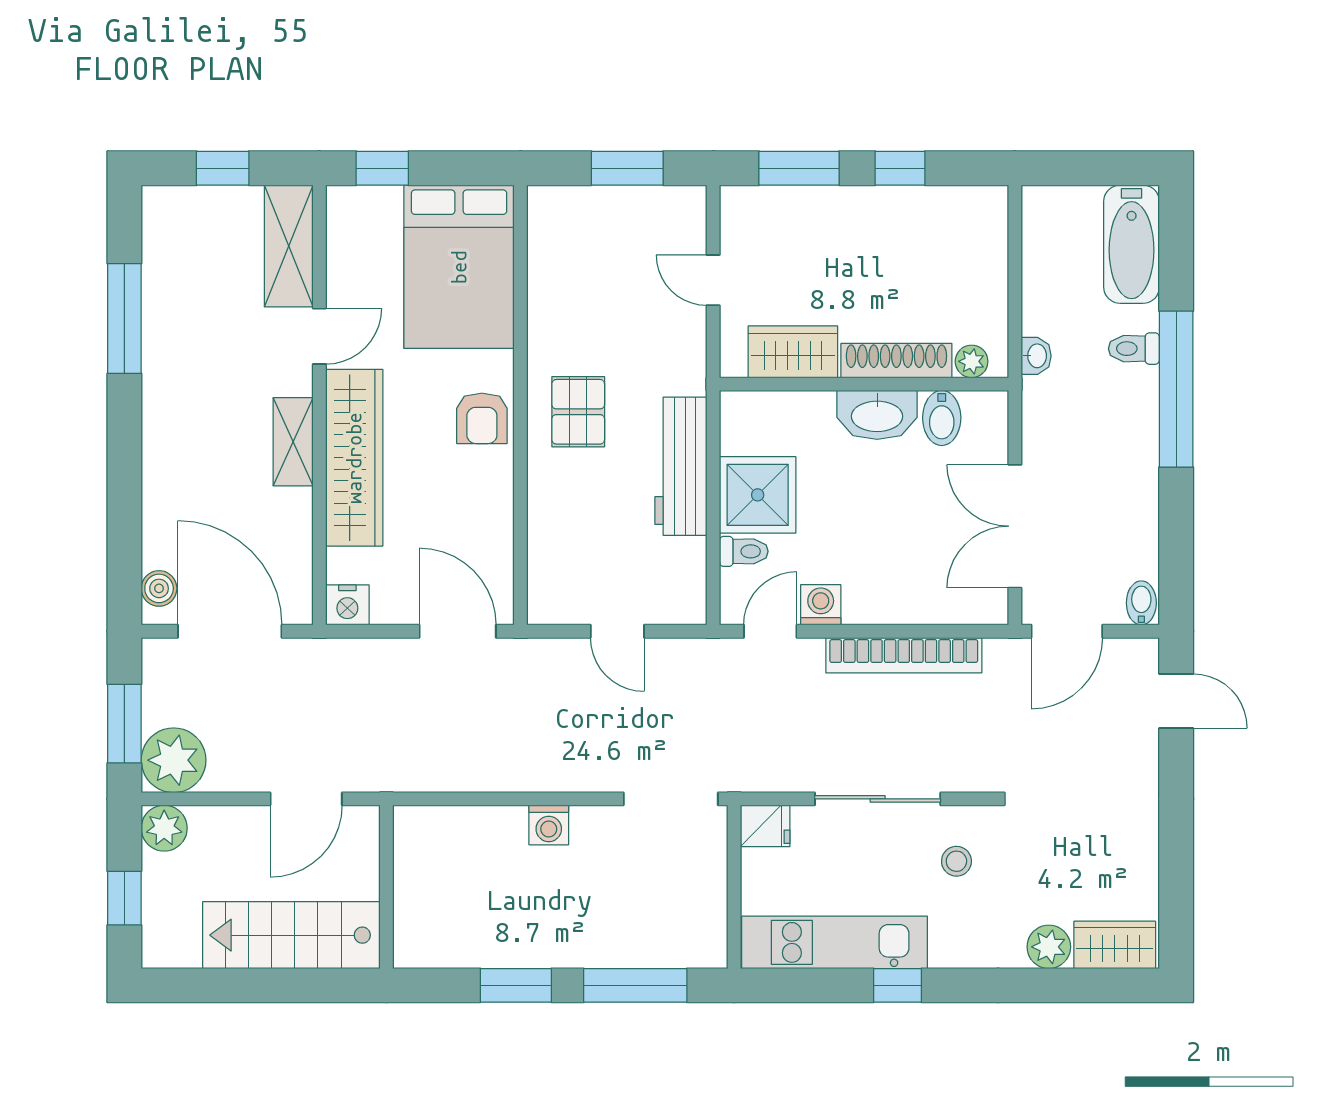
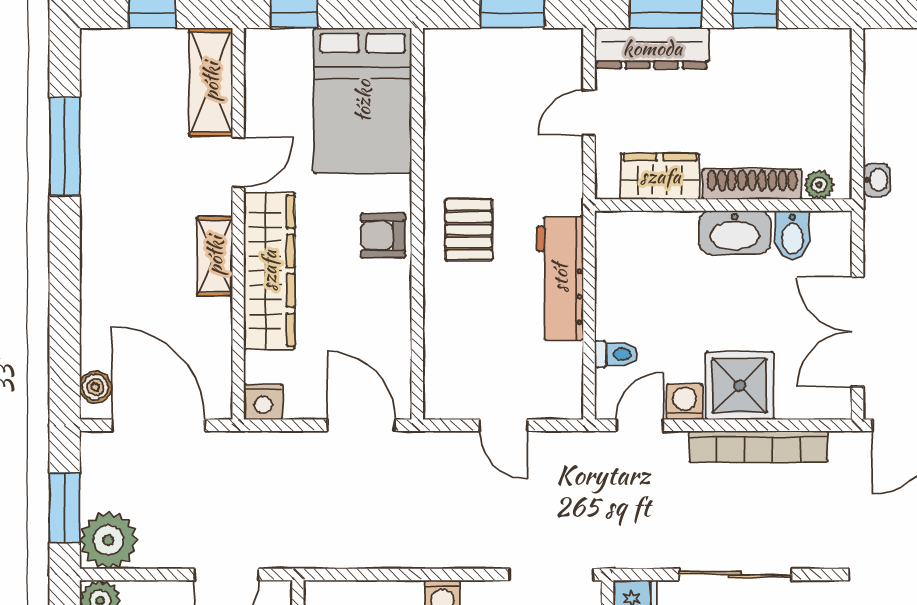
dresser: (784, 208) -> (652, 48), added
door: (713, 280) -> (589, 113), hinge flipped
armchair: (482, 418) -> (383, 236), turned 90
shower: (758, 495) -> (740, 386), moved

